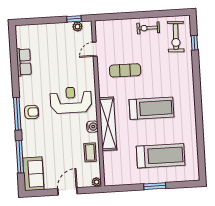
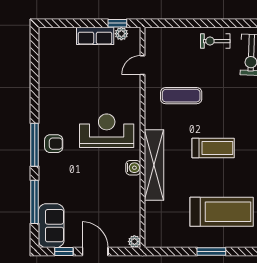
row of seats: (24, 62) -> (95, 36), moved, turned 90
treadmill: (151, 108) -> (213, 148), width x0.73, depth x0.73
coffee table: (90, 152) -> (128, 202), removed
door: (67, 191) -> (95, 252), hinge flipped
window: (44, 193) -> (64, 252), added

